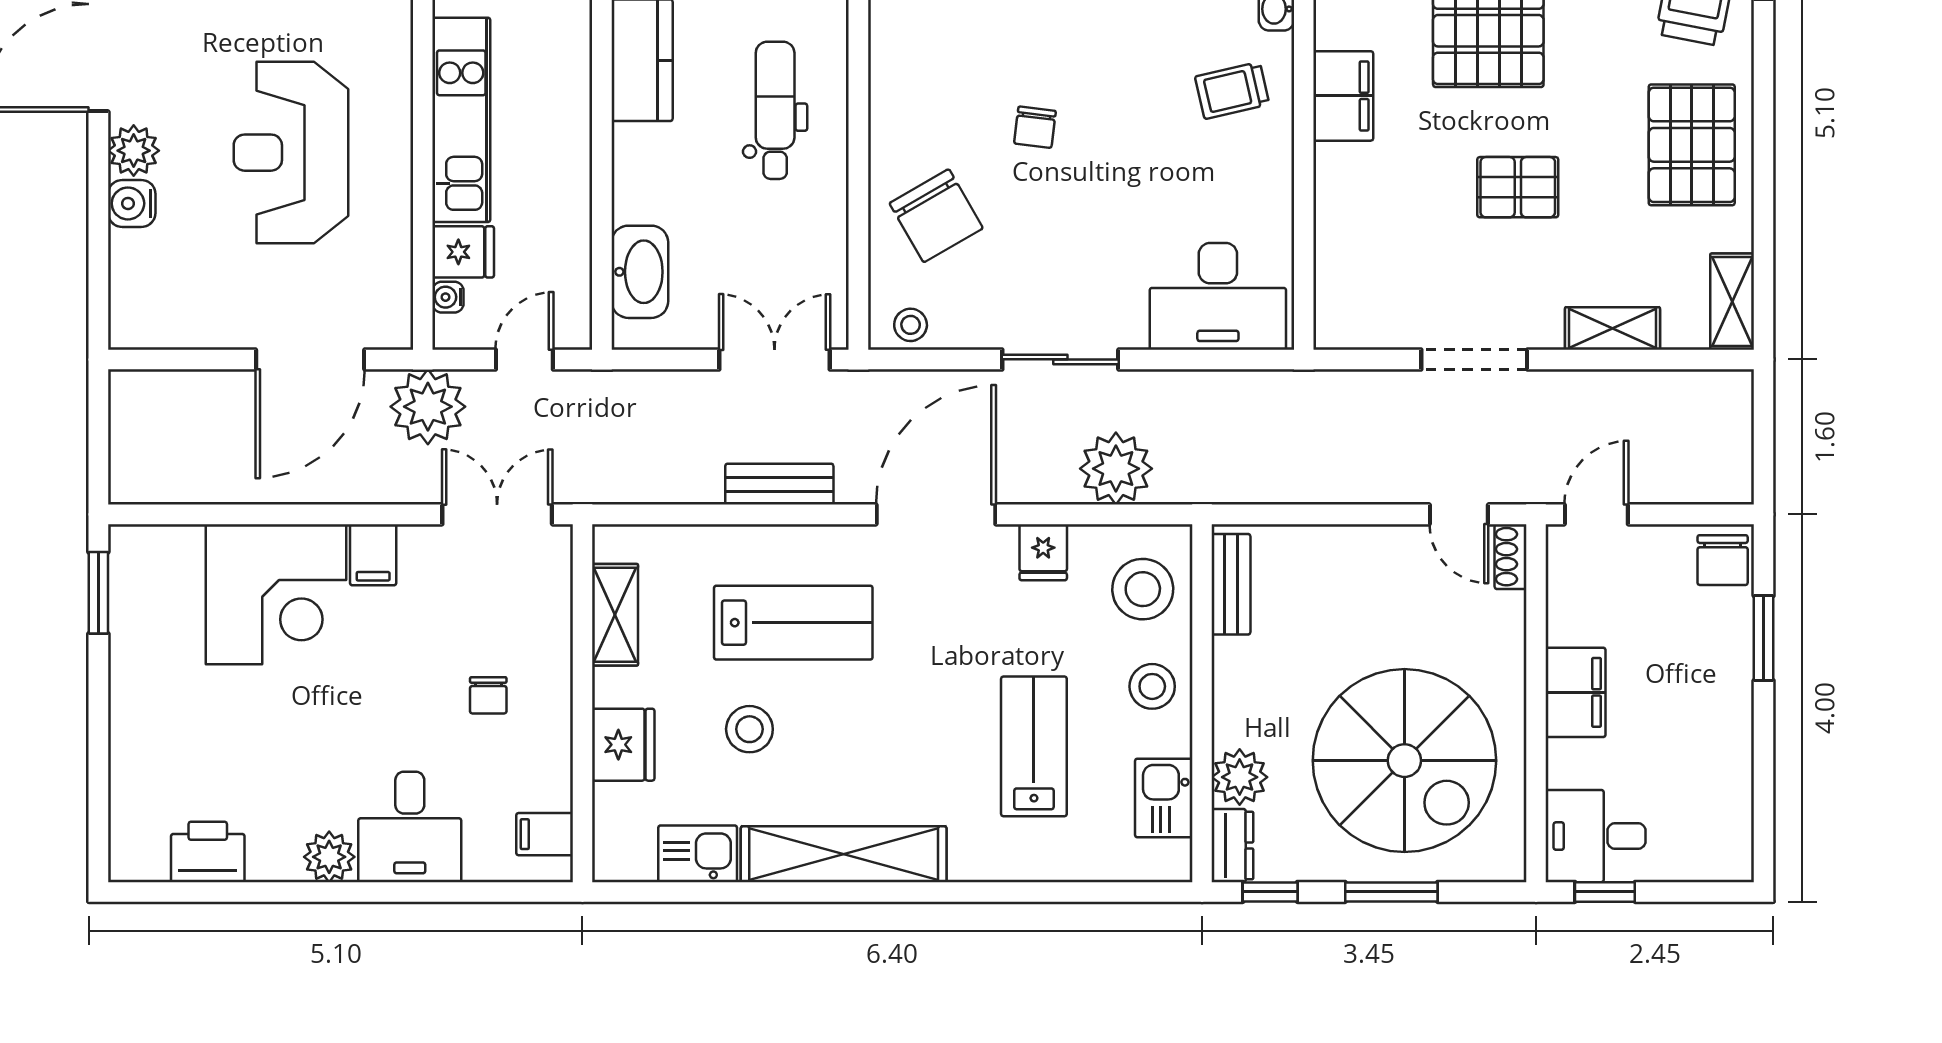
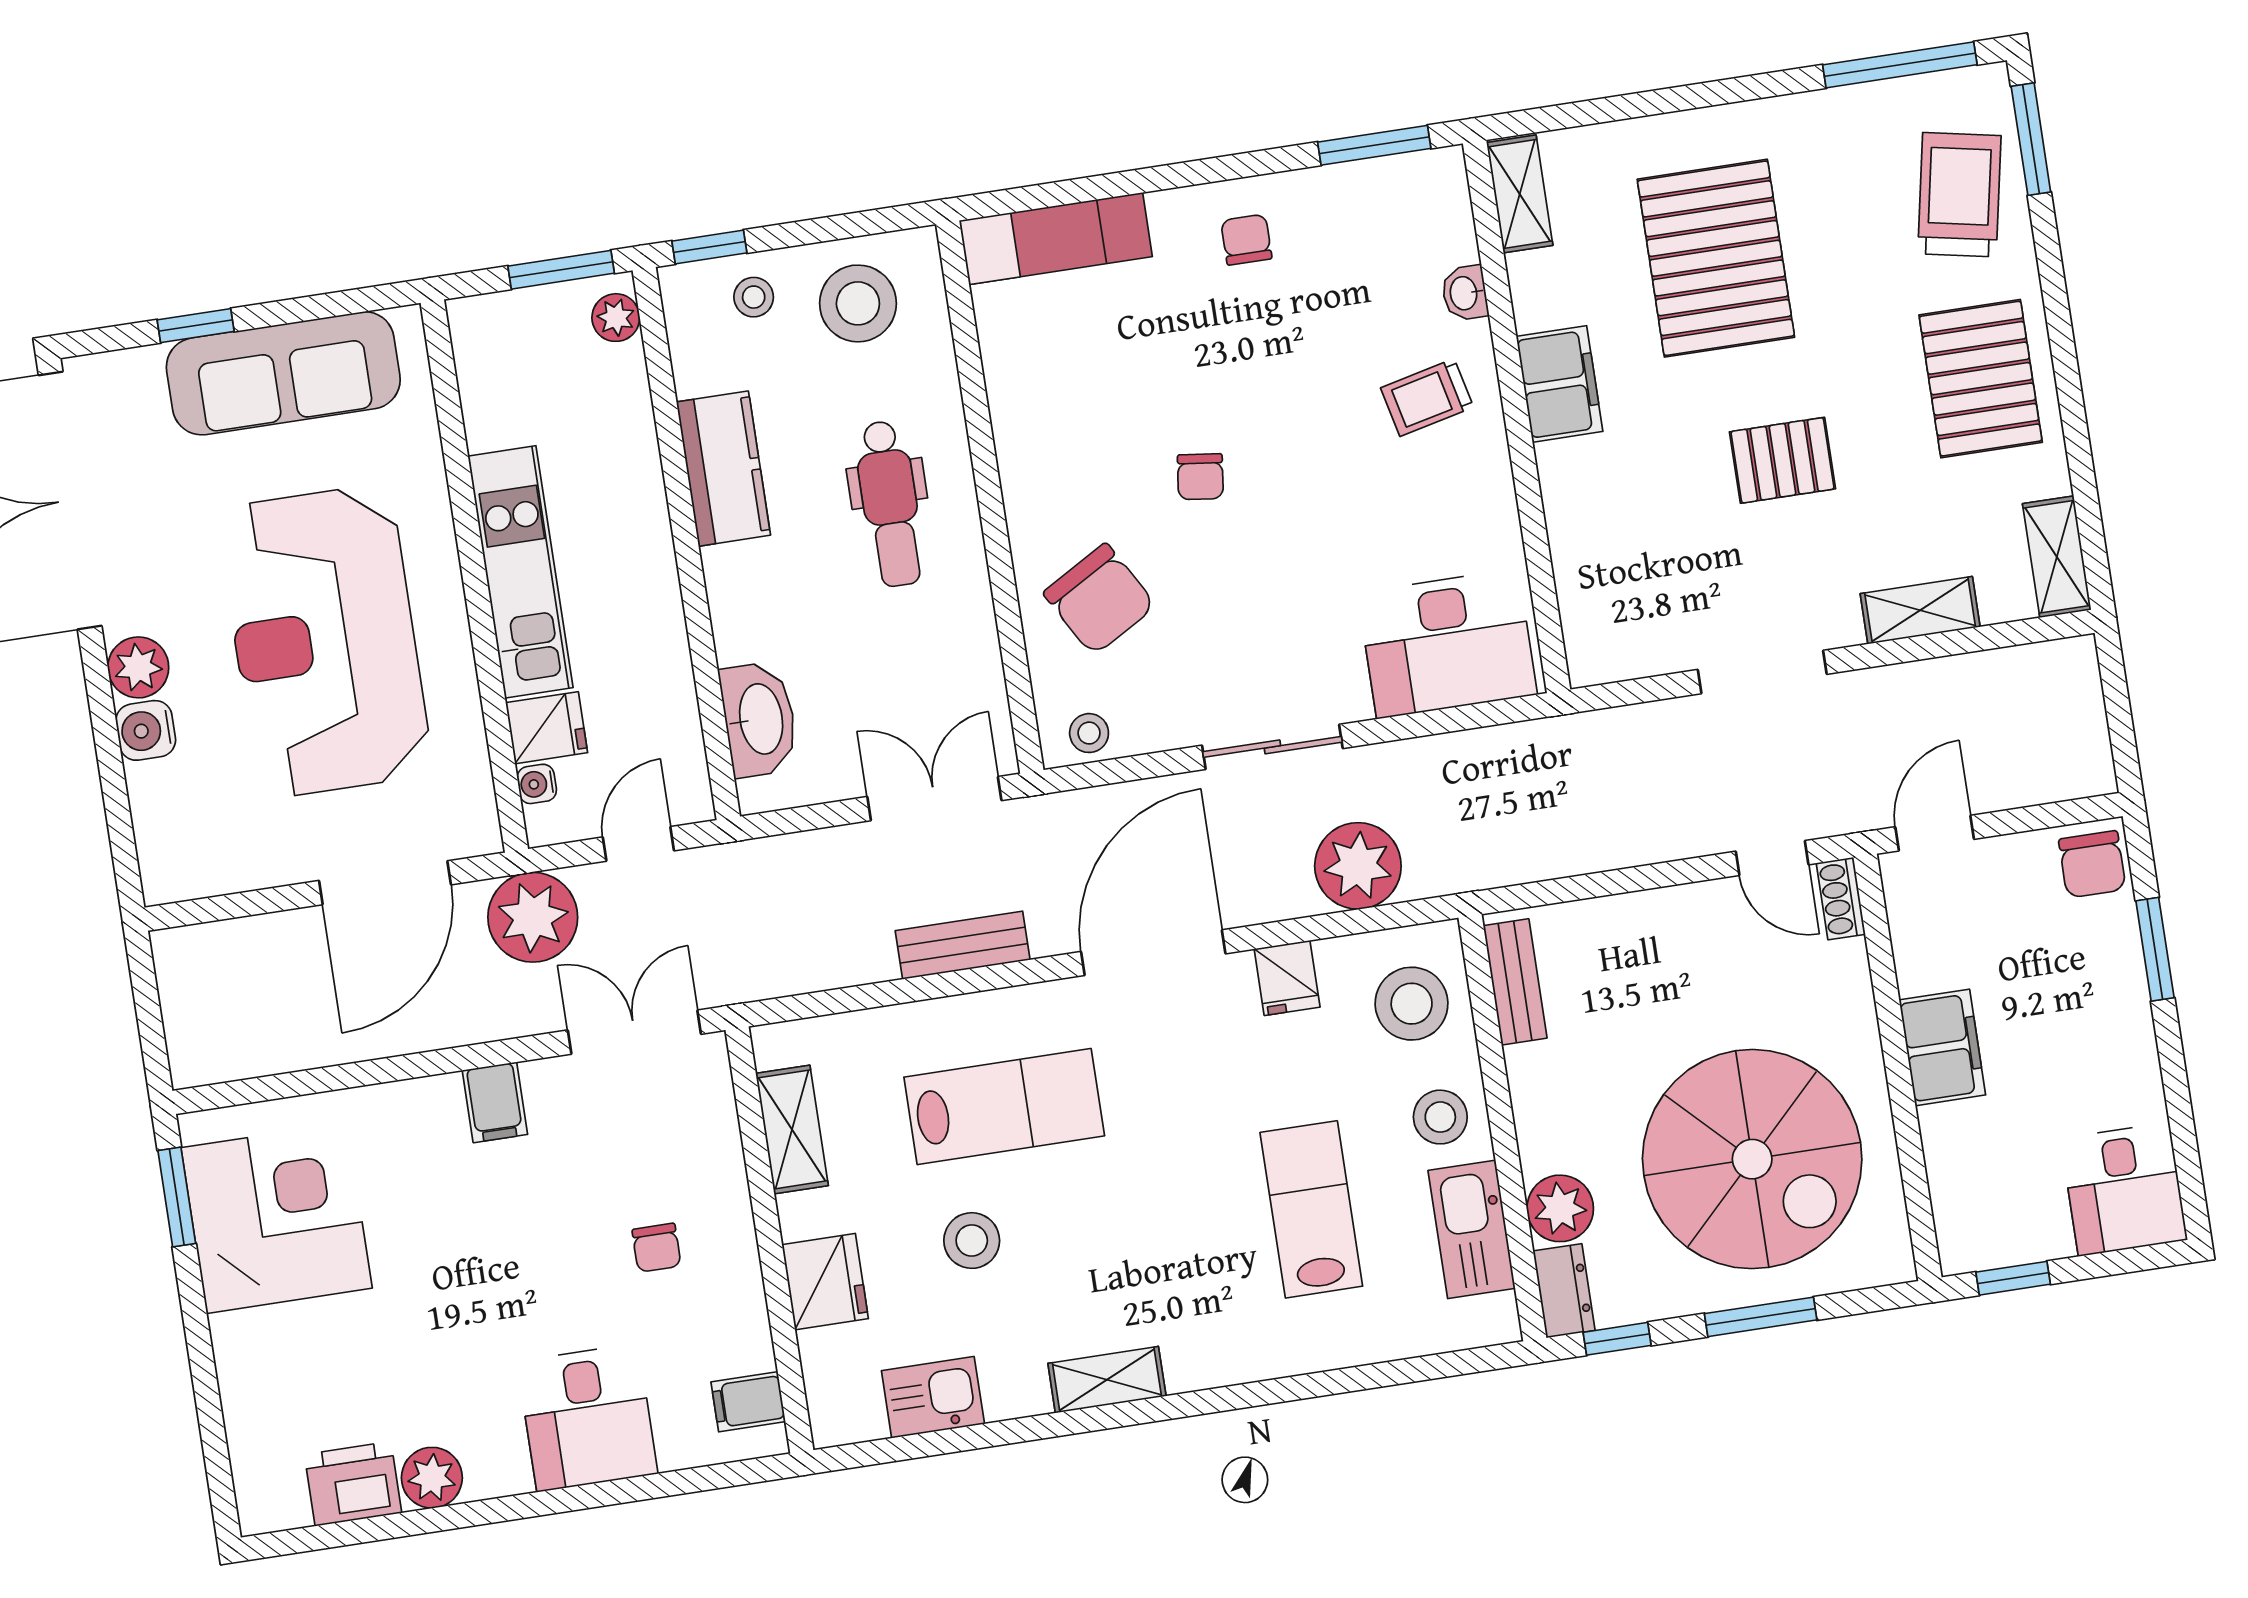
dental chair: (775, 110) -> (890, 504), turned 180
reception desk: (291, 153) -> (325, 641), width x1.36, depth x1.30
corner desk: (276, 594) -> (277, 1218), moved, turned -90
kitchen sink: (1164, 798) -> (1472, 1229), width x1.38
desk: (1596, 836) -> (2124, 1189), moved, turned -90
shelving: (844, 854) -> (1107, 1380), width x0.45, depth x0.75
plant: (329, 857) -> (432, 1478), moved

